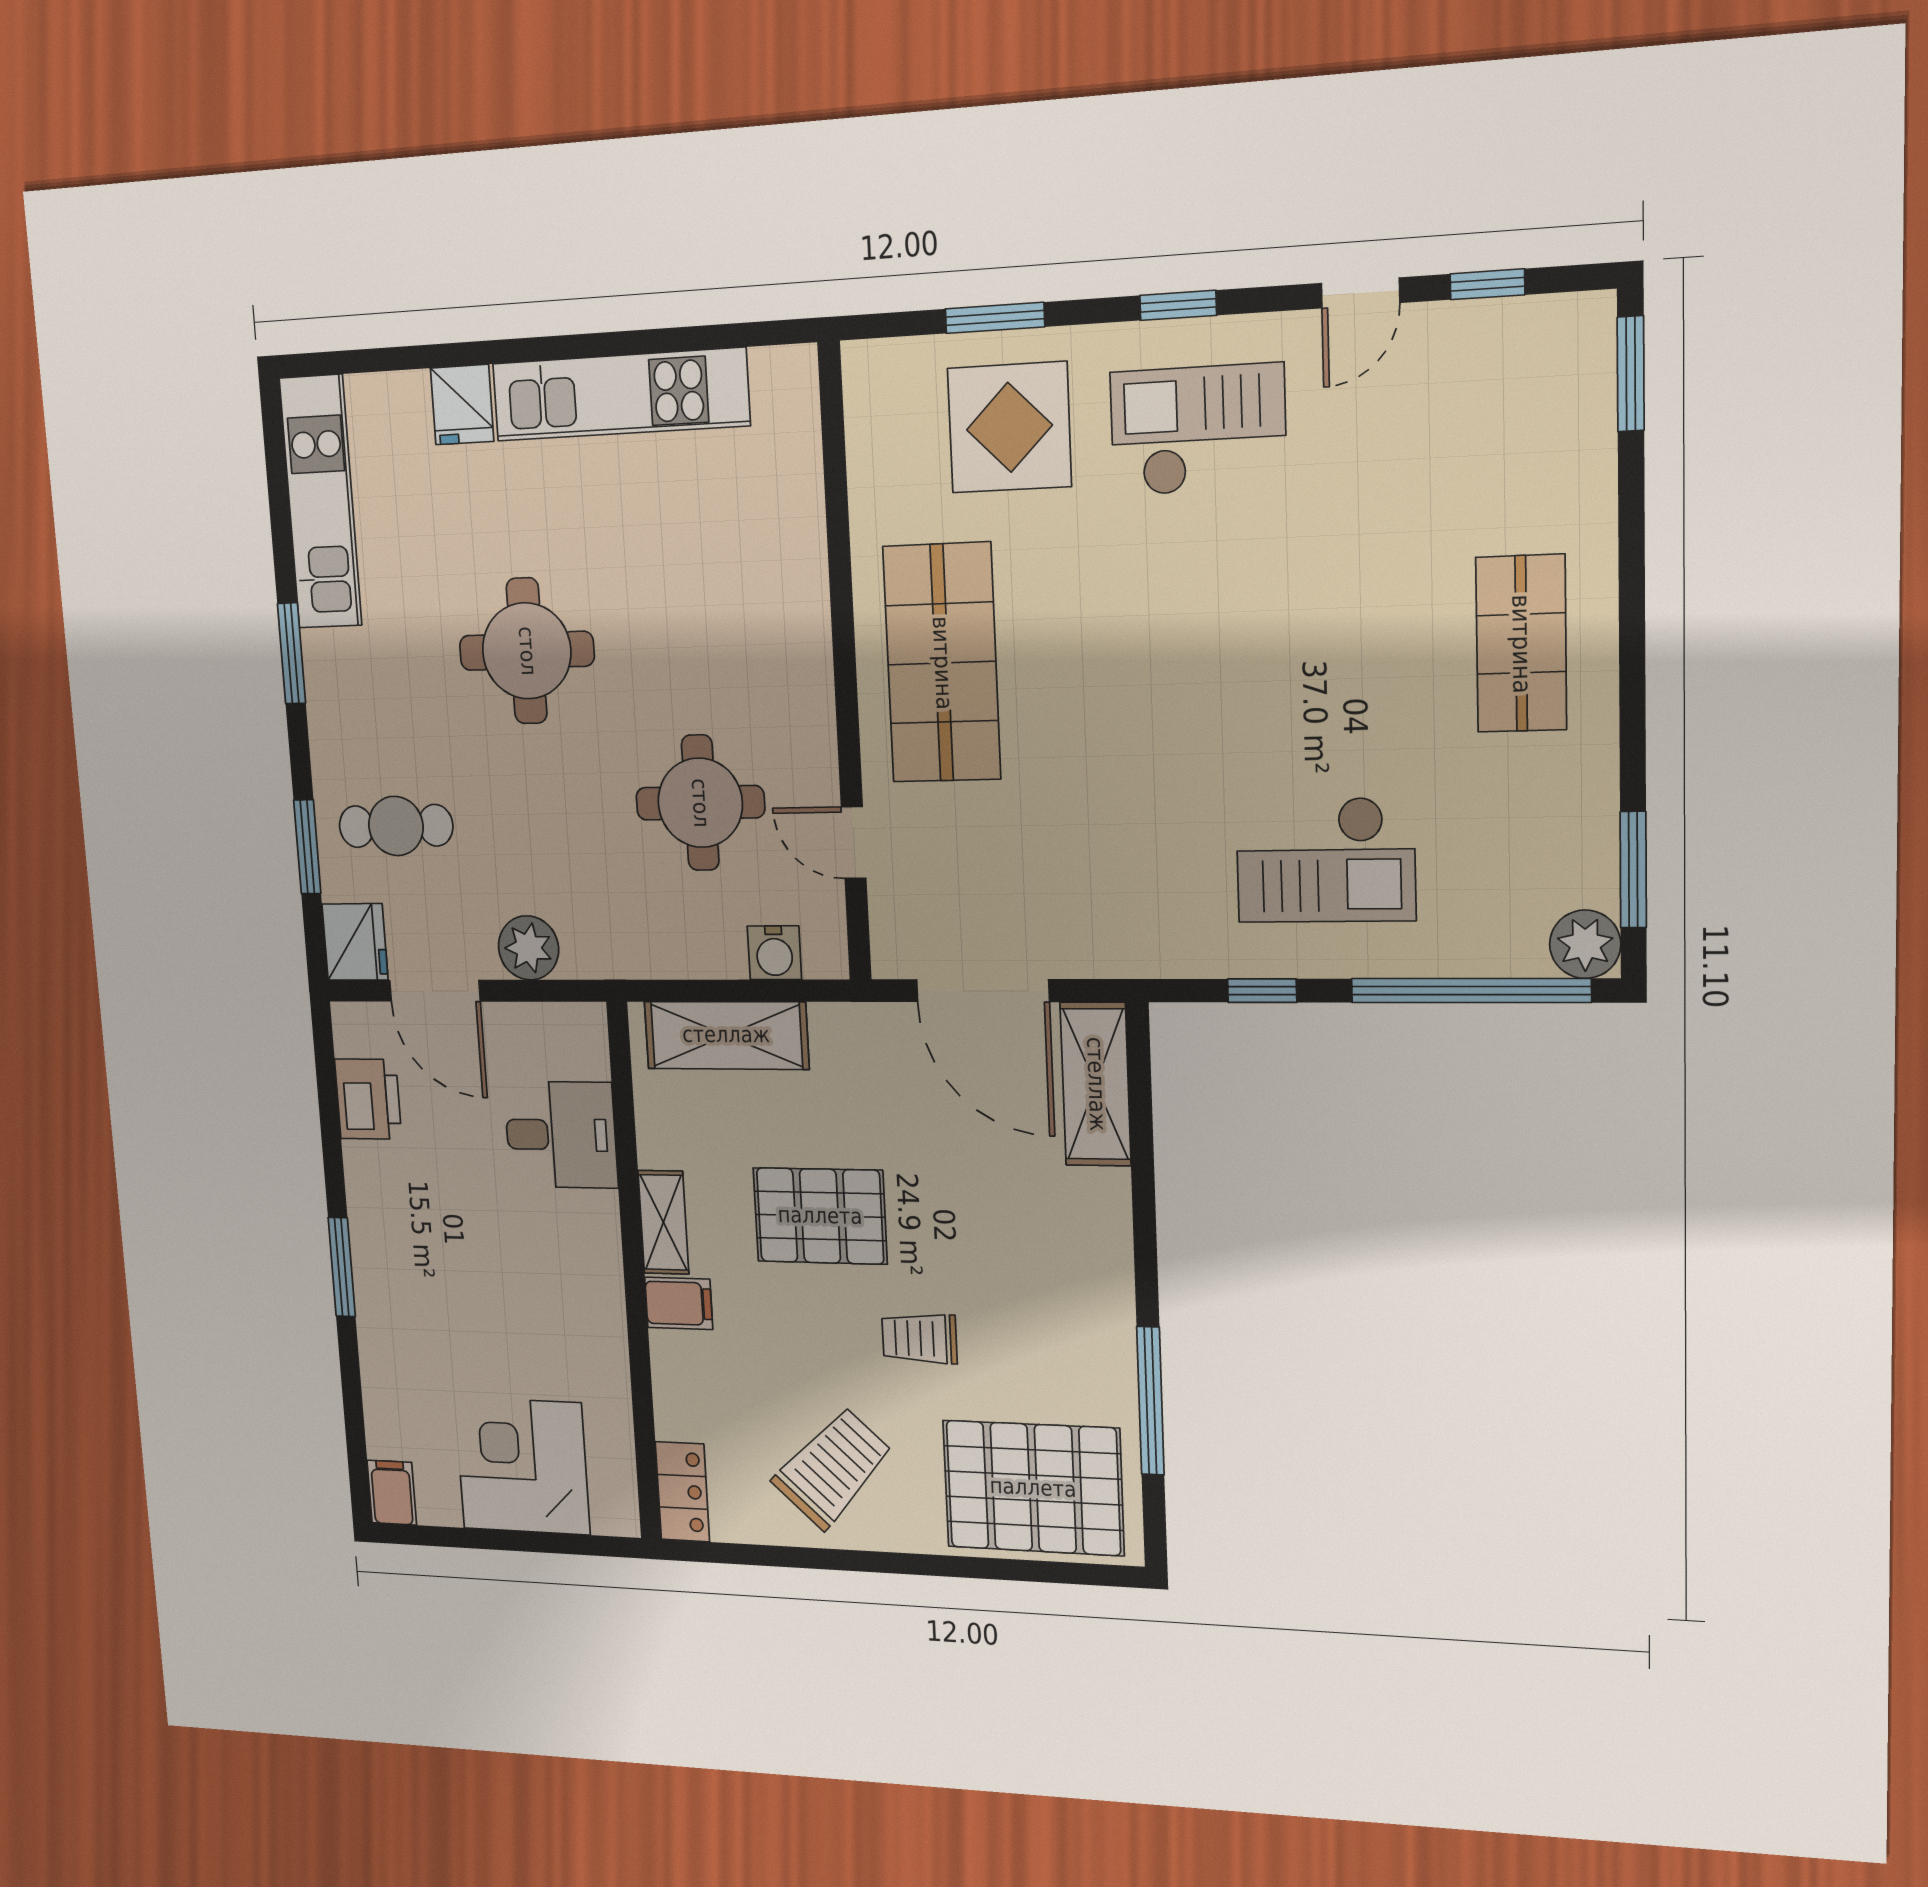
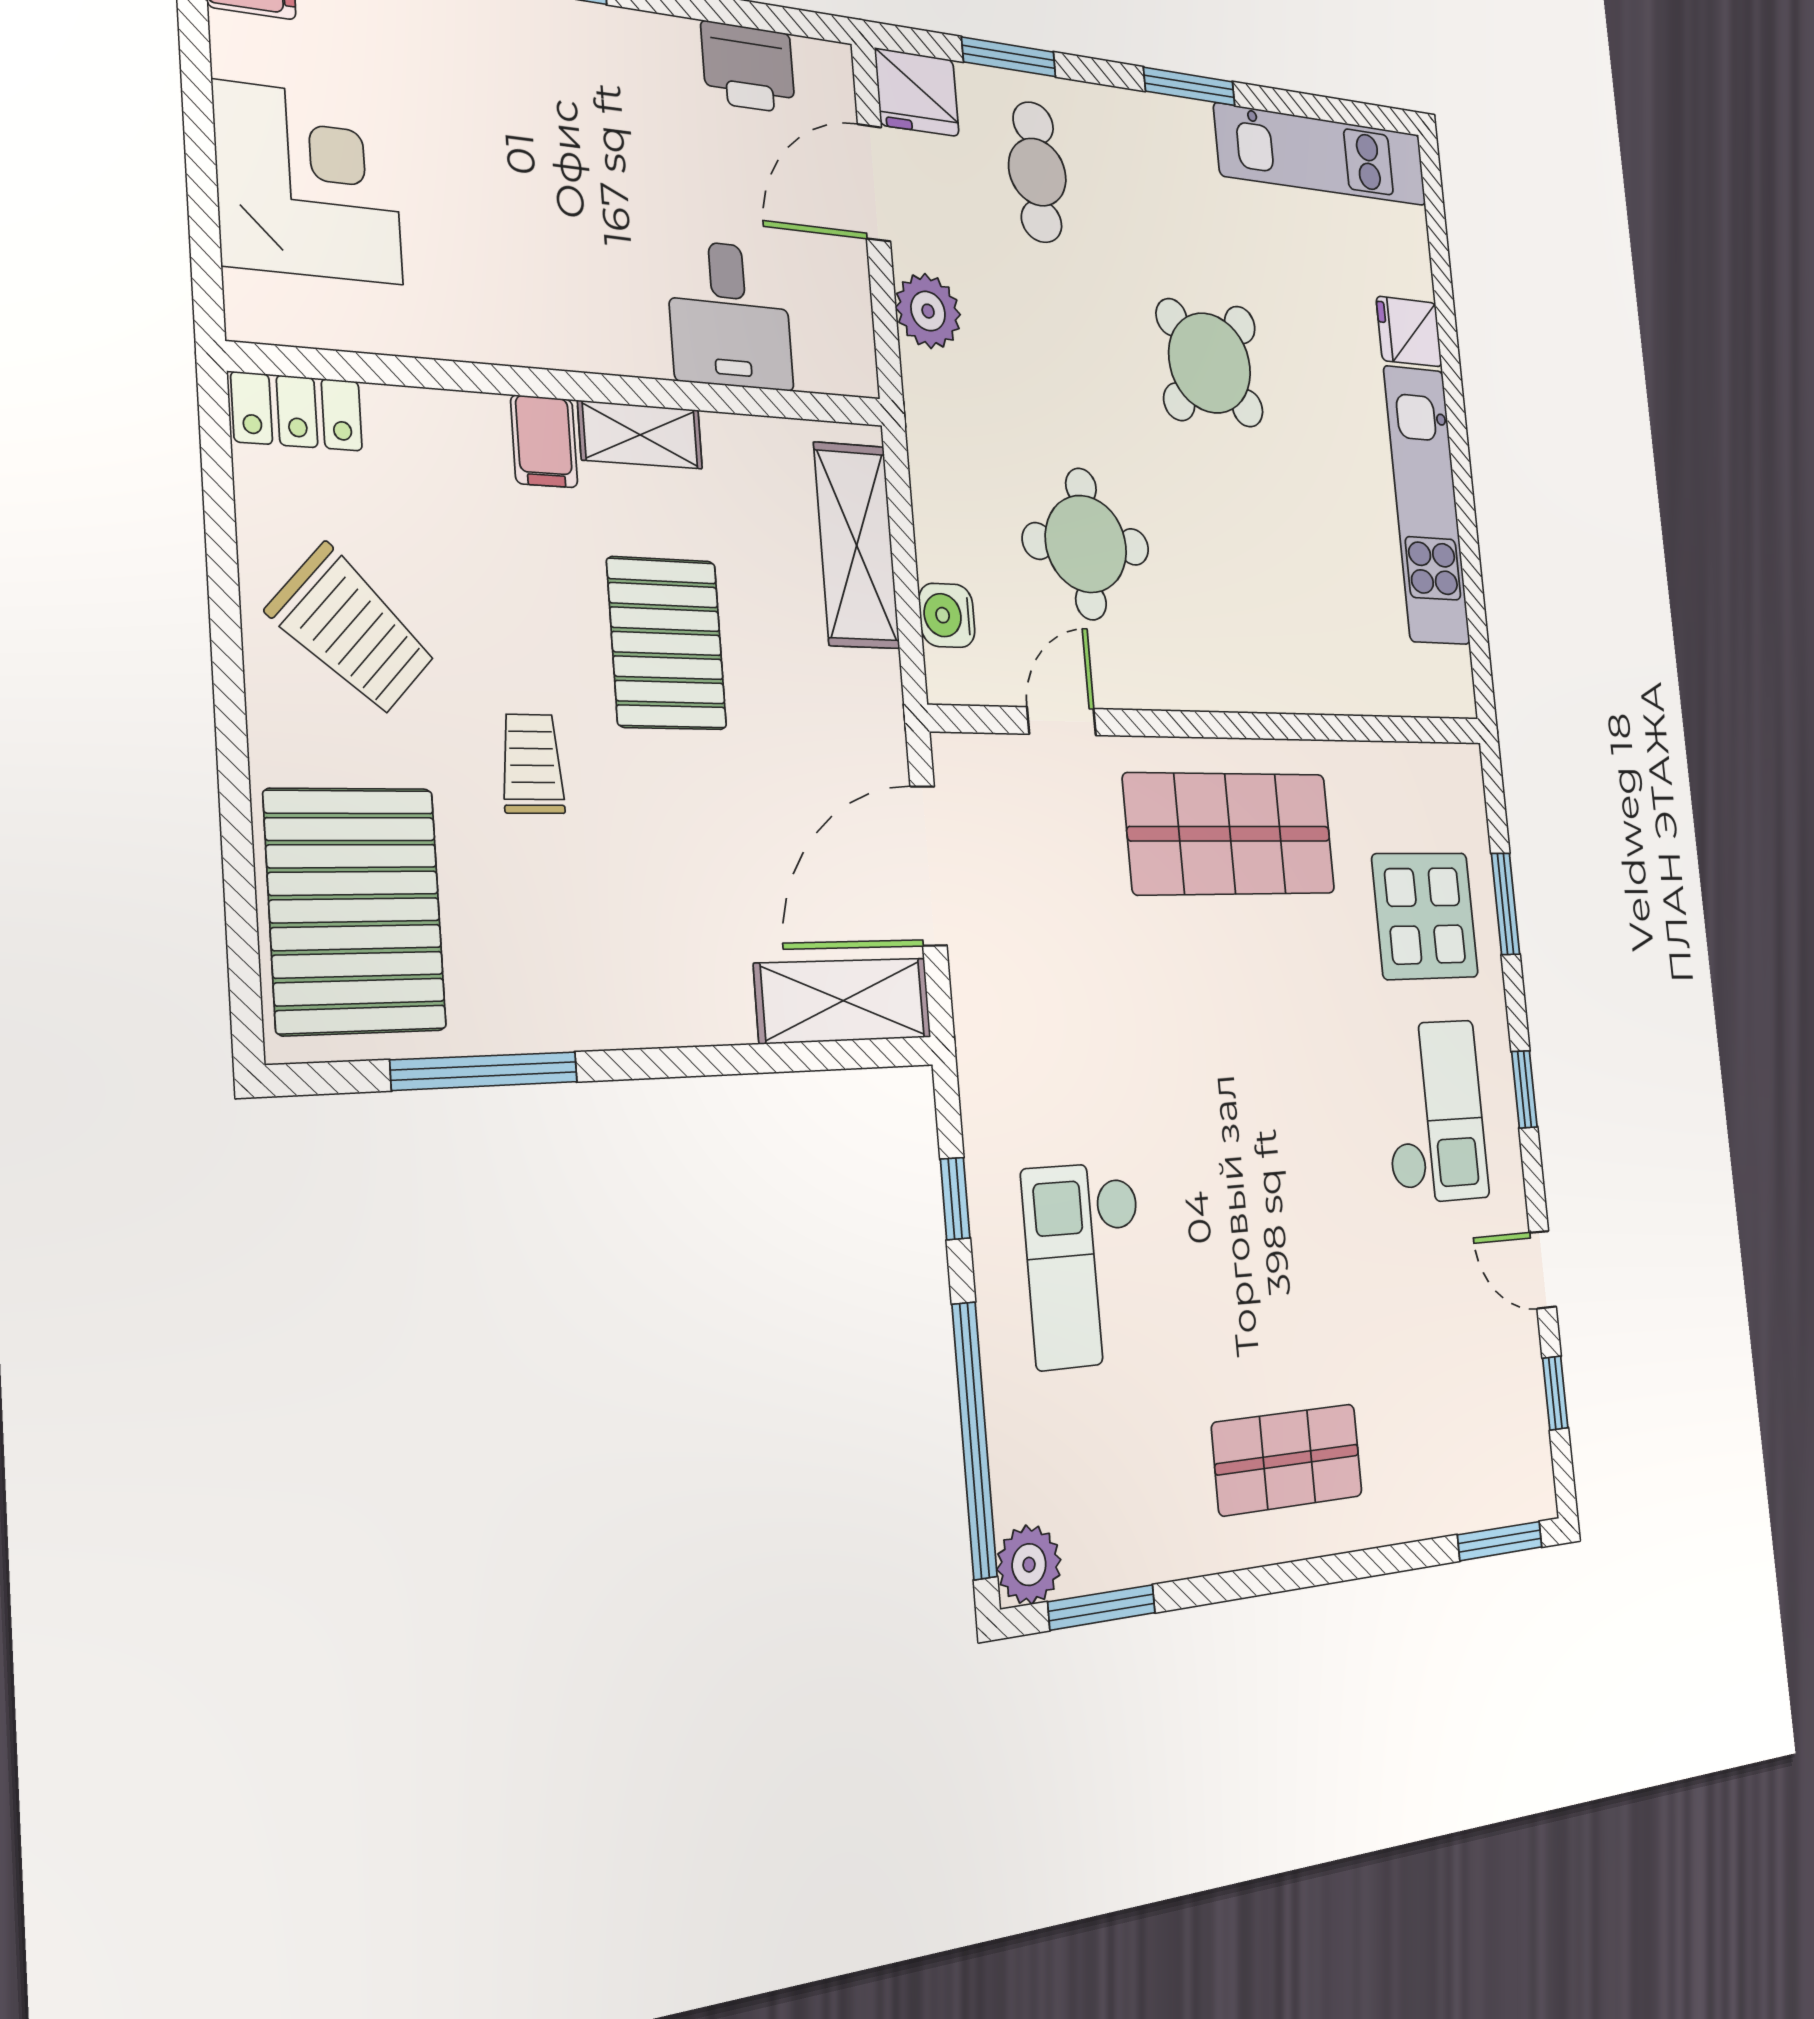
round table: (527, 651) -> (1210, 363), turned 45

